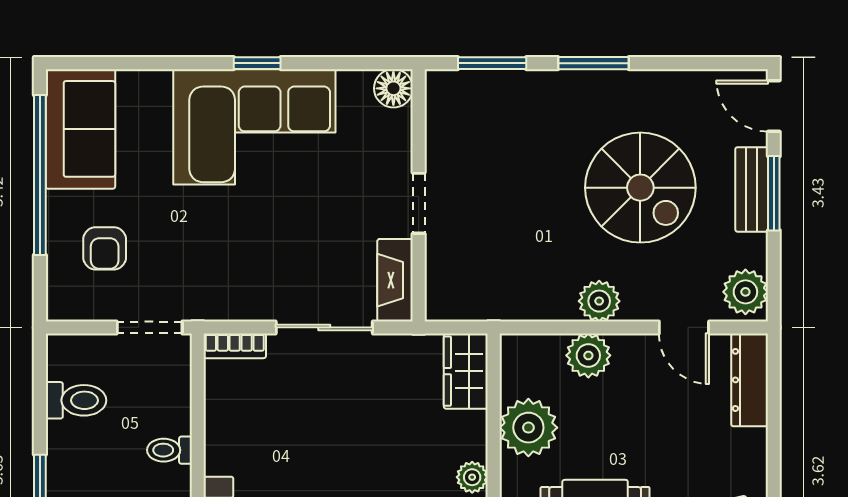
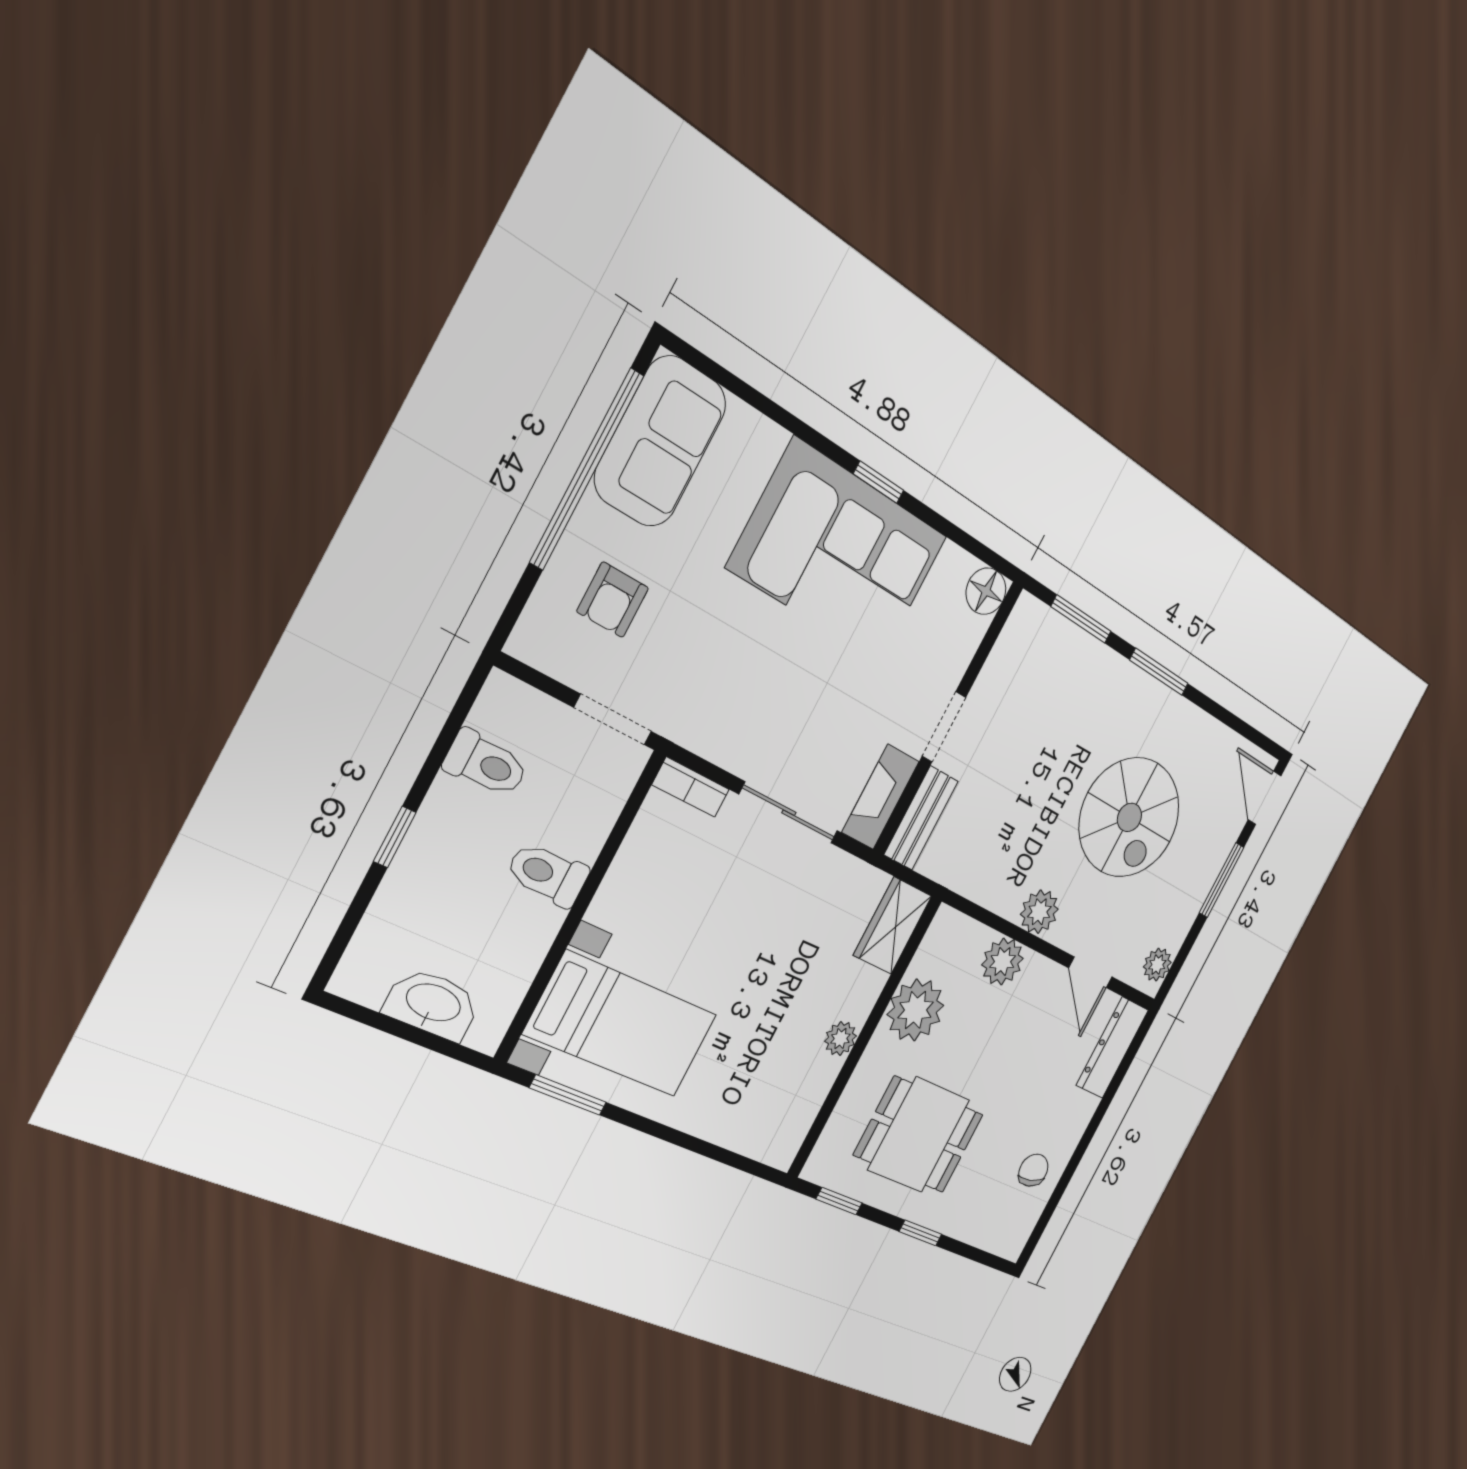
bench: (752, 189) -> (921, 818), moved
plant: (745, 292) -> (1157, 965), width x0.73, depth x0.73
toilet: (169, 450) -> (548, 874), width x1.37, depth x1.39

